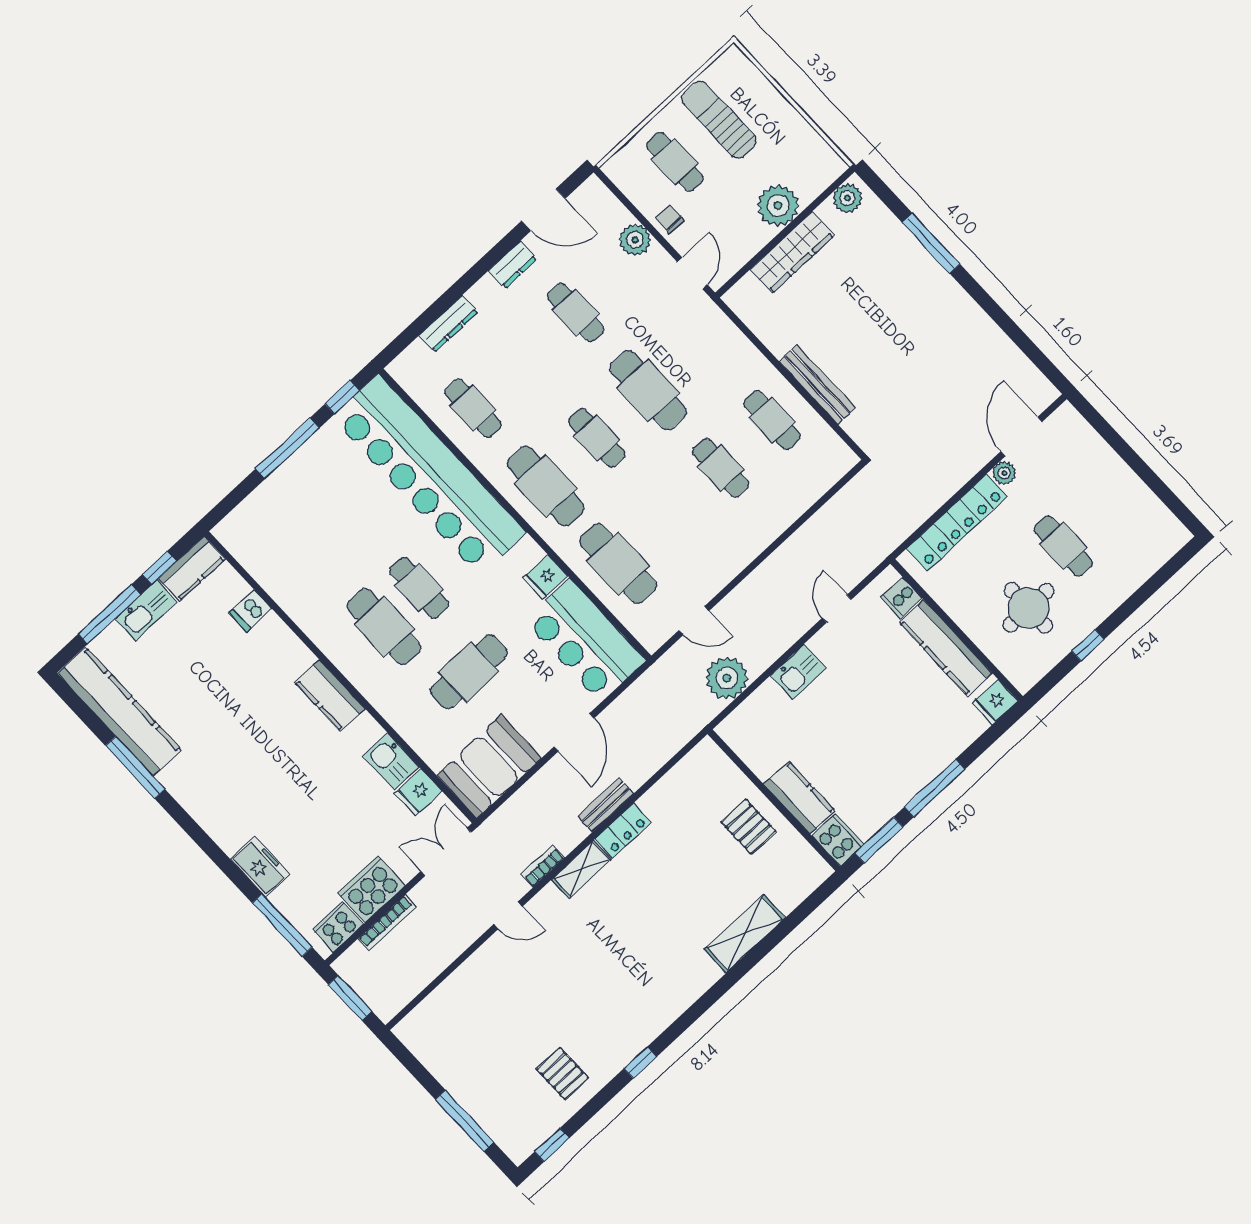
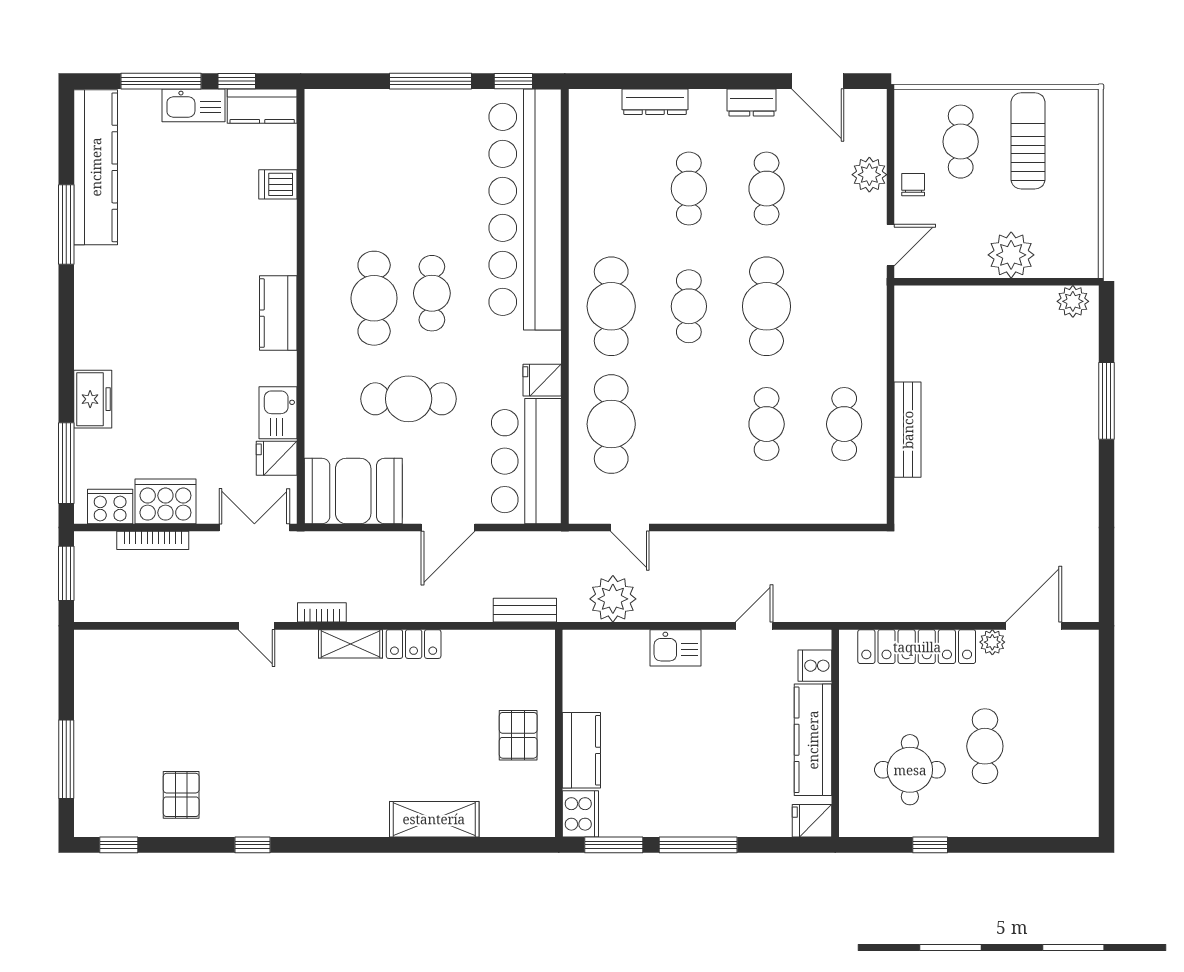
wardrobe: (792, 253) -> (987, 304), removed
cafe table: (473, 408) -> (689, 189), moved
bench: (606, 805) -> (525, 610), moved

